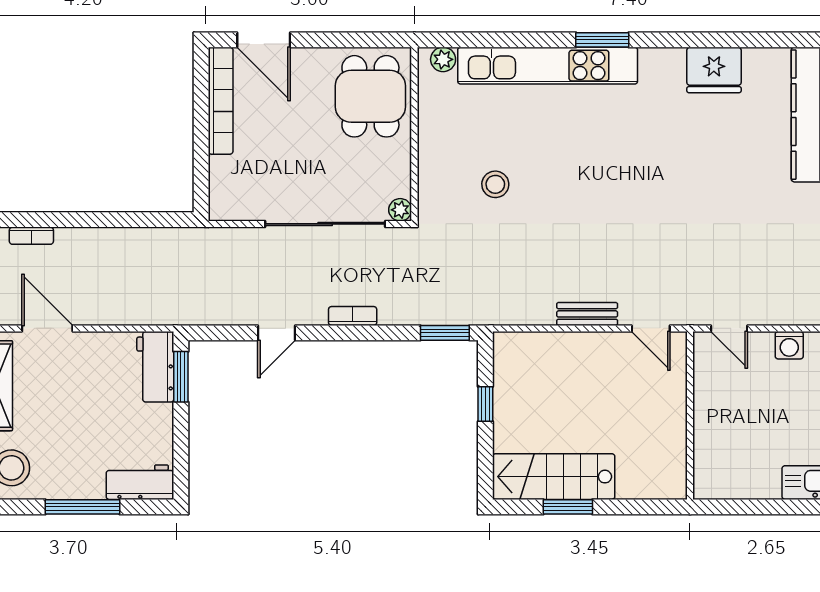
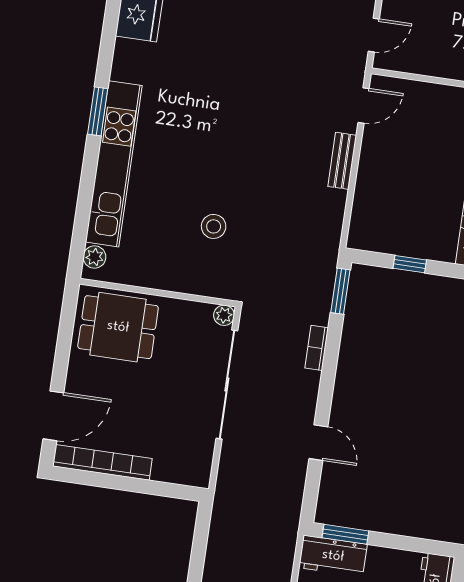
bookcase: (353, 316) -> (317, 348), moved

